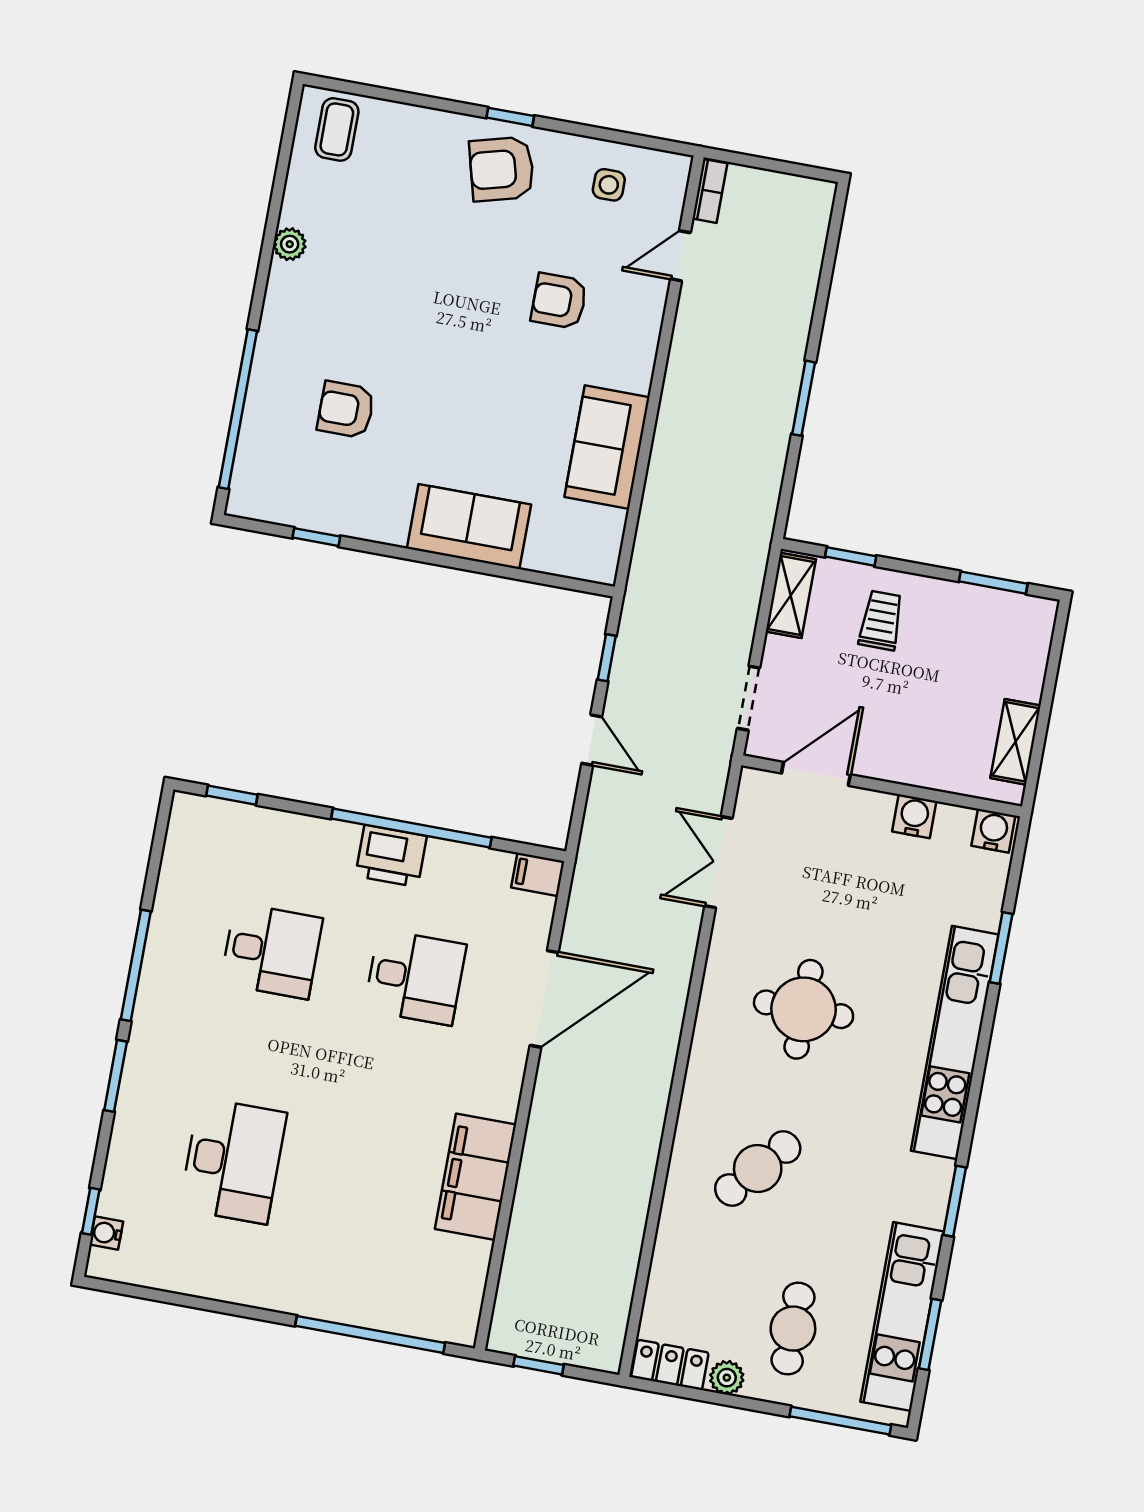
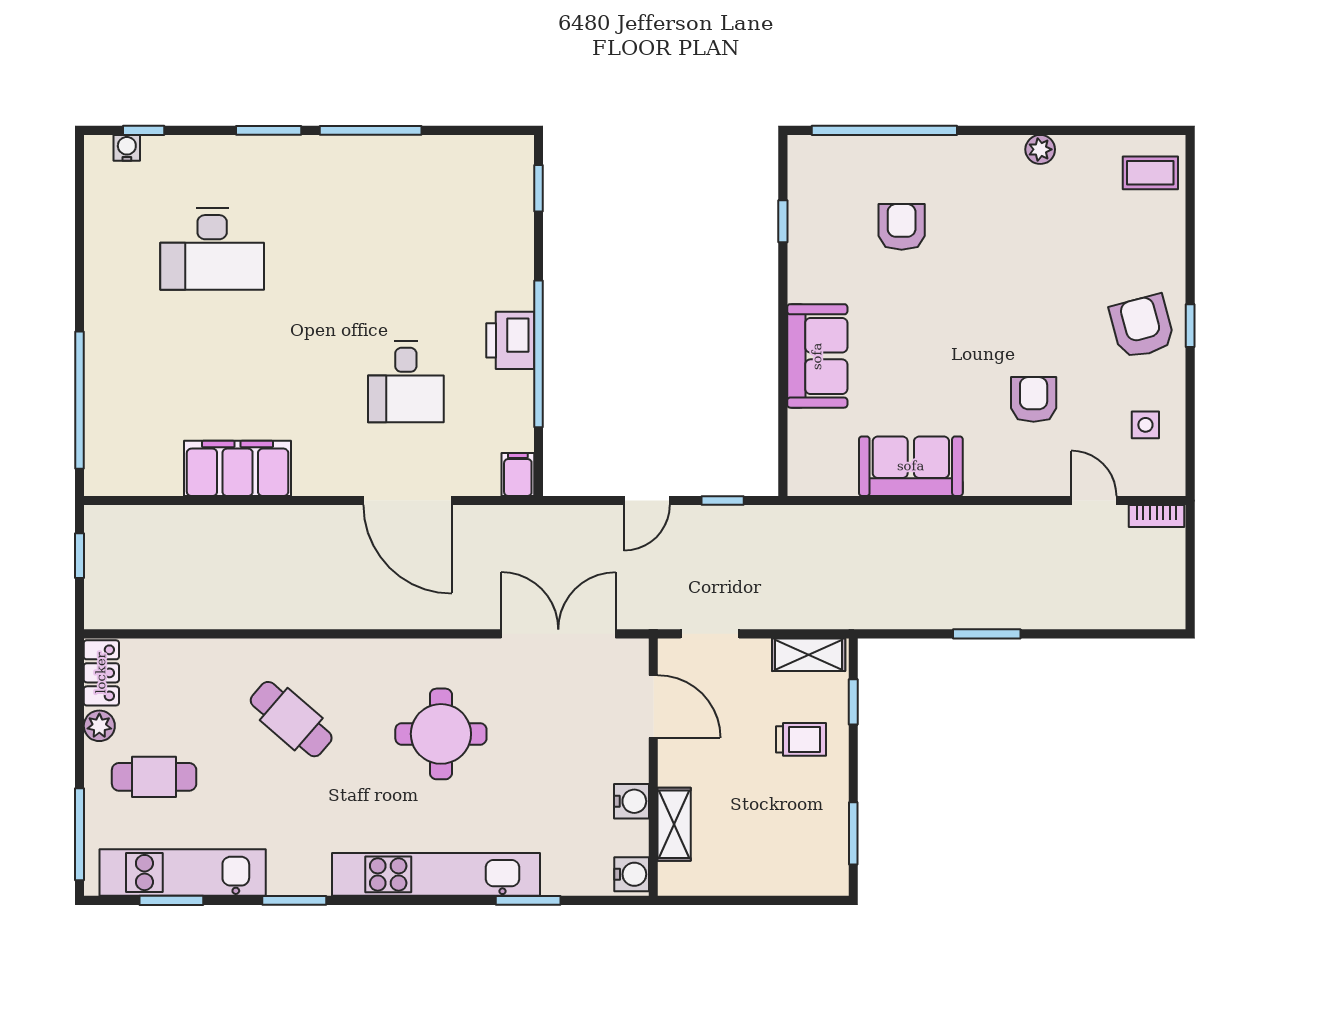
shelving: (1015, 742) -> (674, 824), moved, turned 90
double door: (718, 862) -> (558, 634), width x1.37
desk: (271, 951) -> (406, 249), removed

